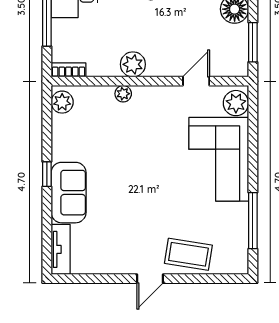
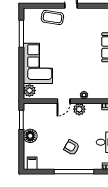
door: (196, 81) -> (64, 101), moved

